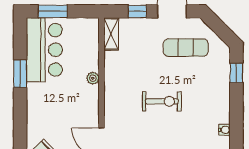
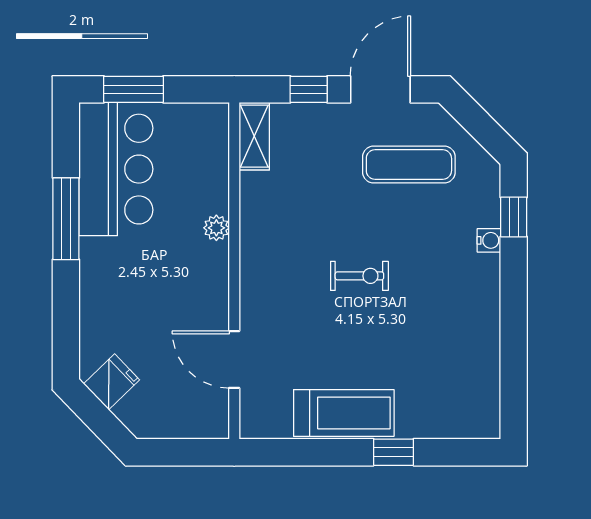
window: (20, 74) -> (66, 219), width x1.44
exercise bike: (162, 101) -> (359, 276), width x0.73, depth x0.72
water cooler: (224, 130) -> (489, 240), moved

